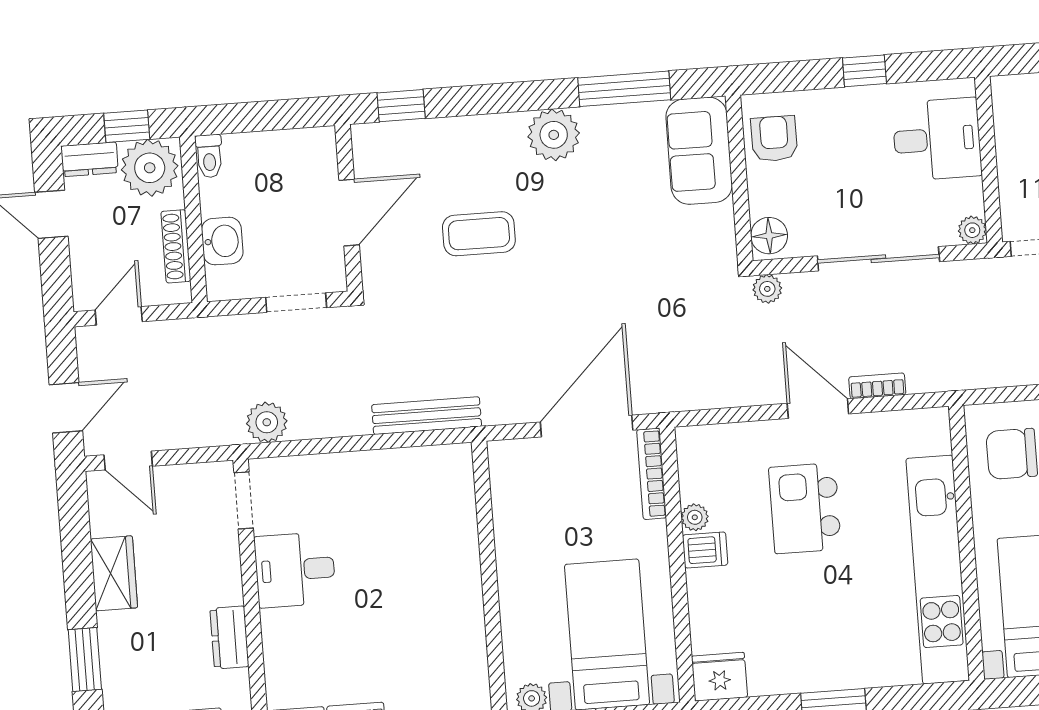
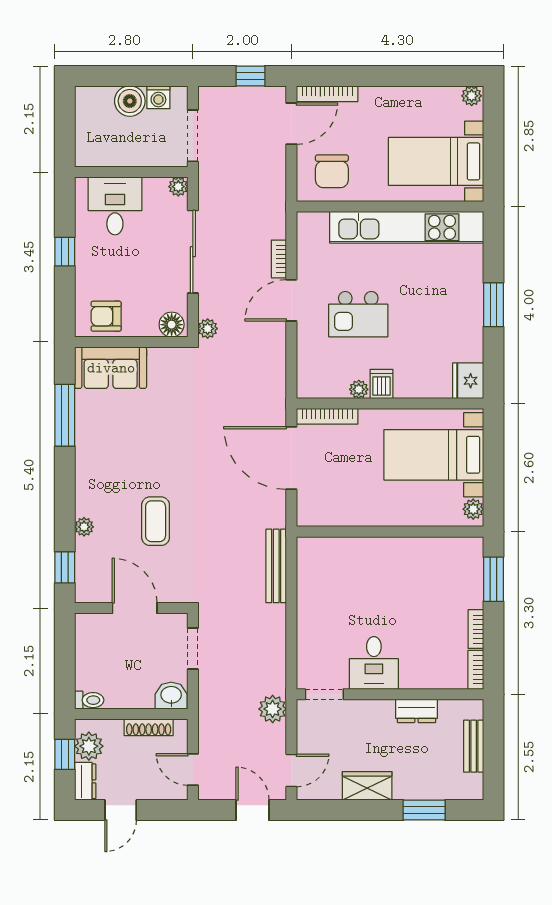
plant: (554, 135) -> (84, 527), moved, width x0.53, depth x0.53
plant: (150, 168) -> (89, 746), width x0.73, depth x0.73
washbasin: (222, 241) -> (171, 696), moved
plant: (267, 422) -> (273, 709), moved

